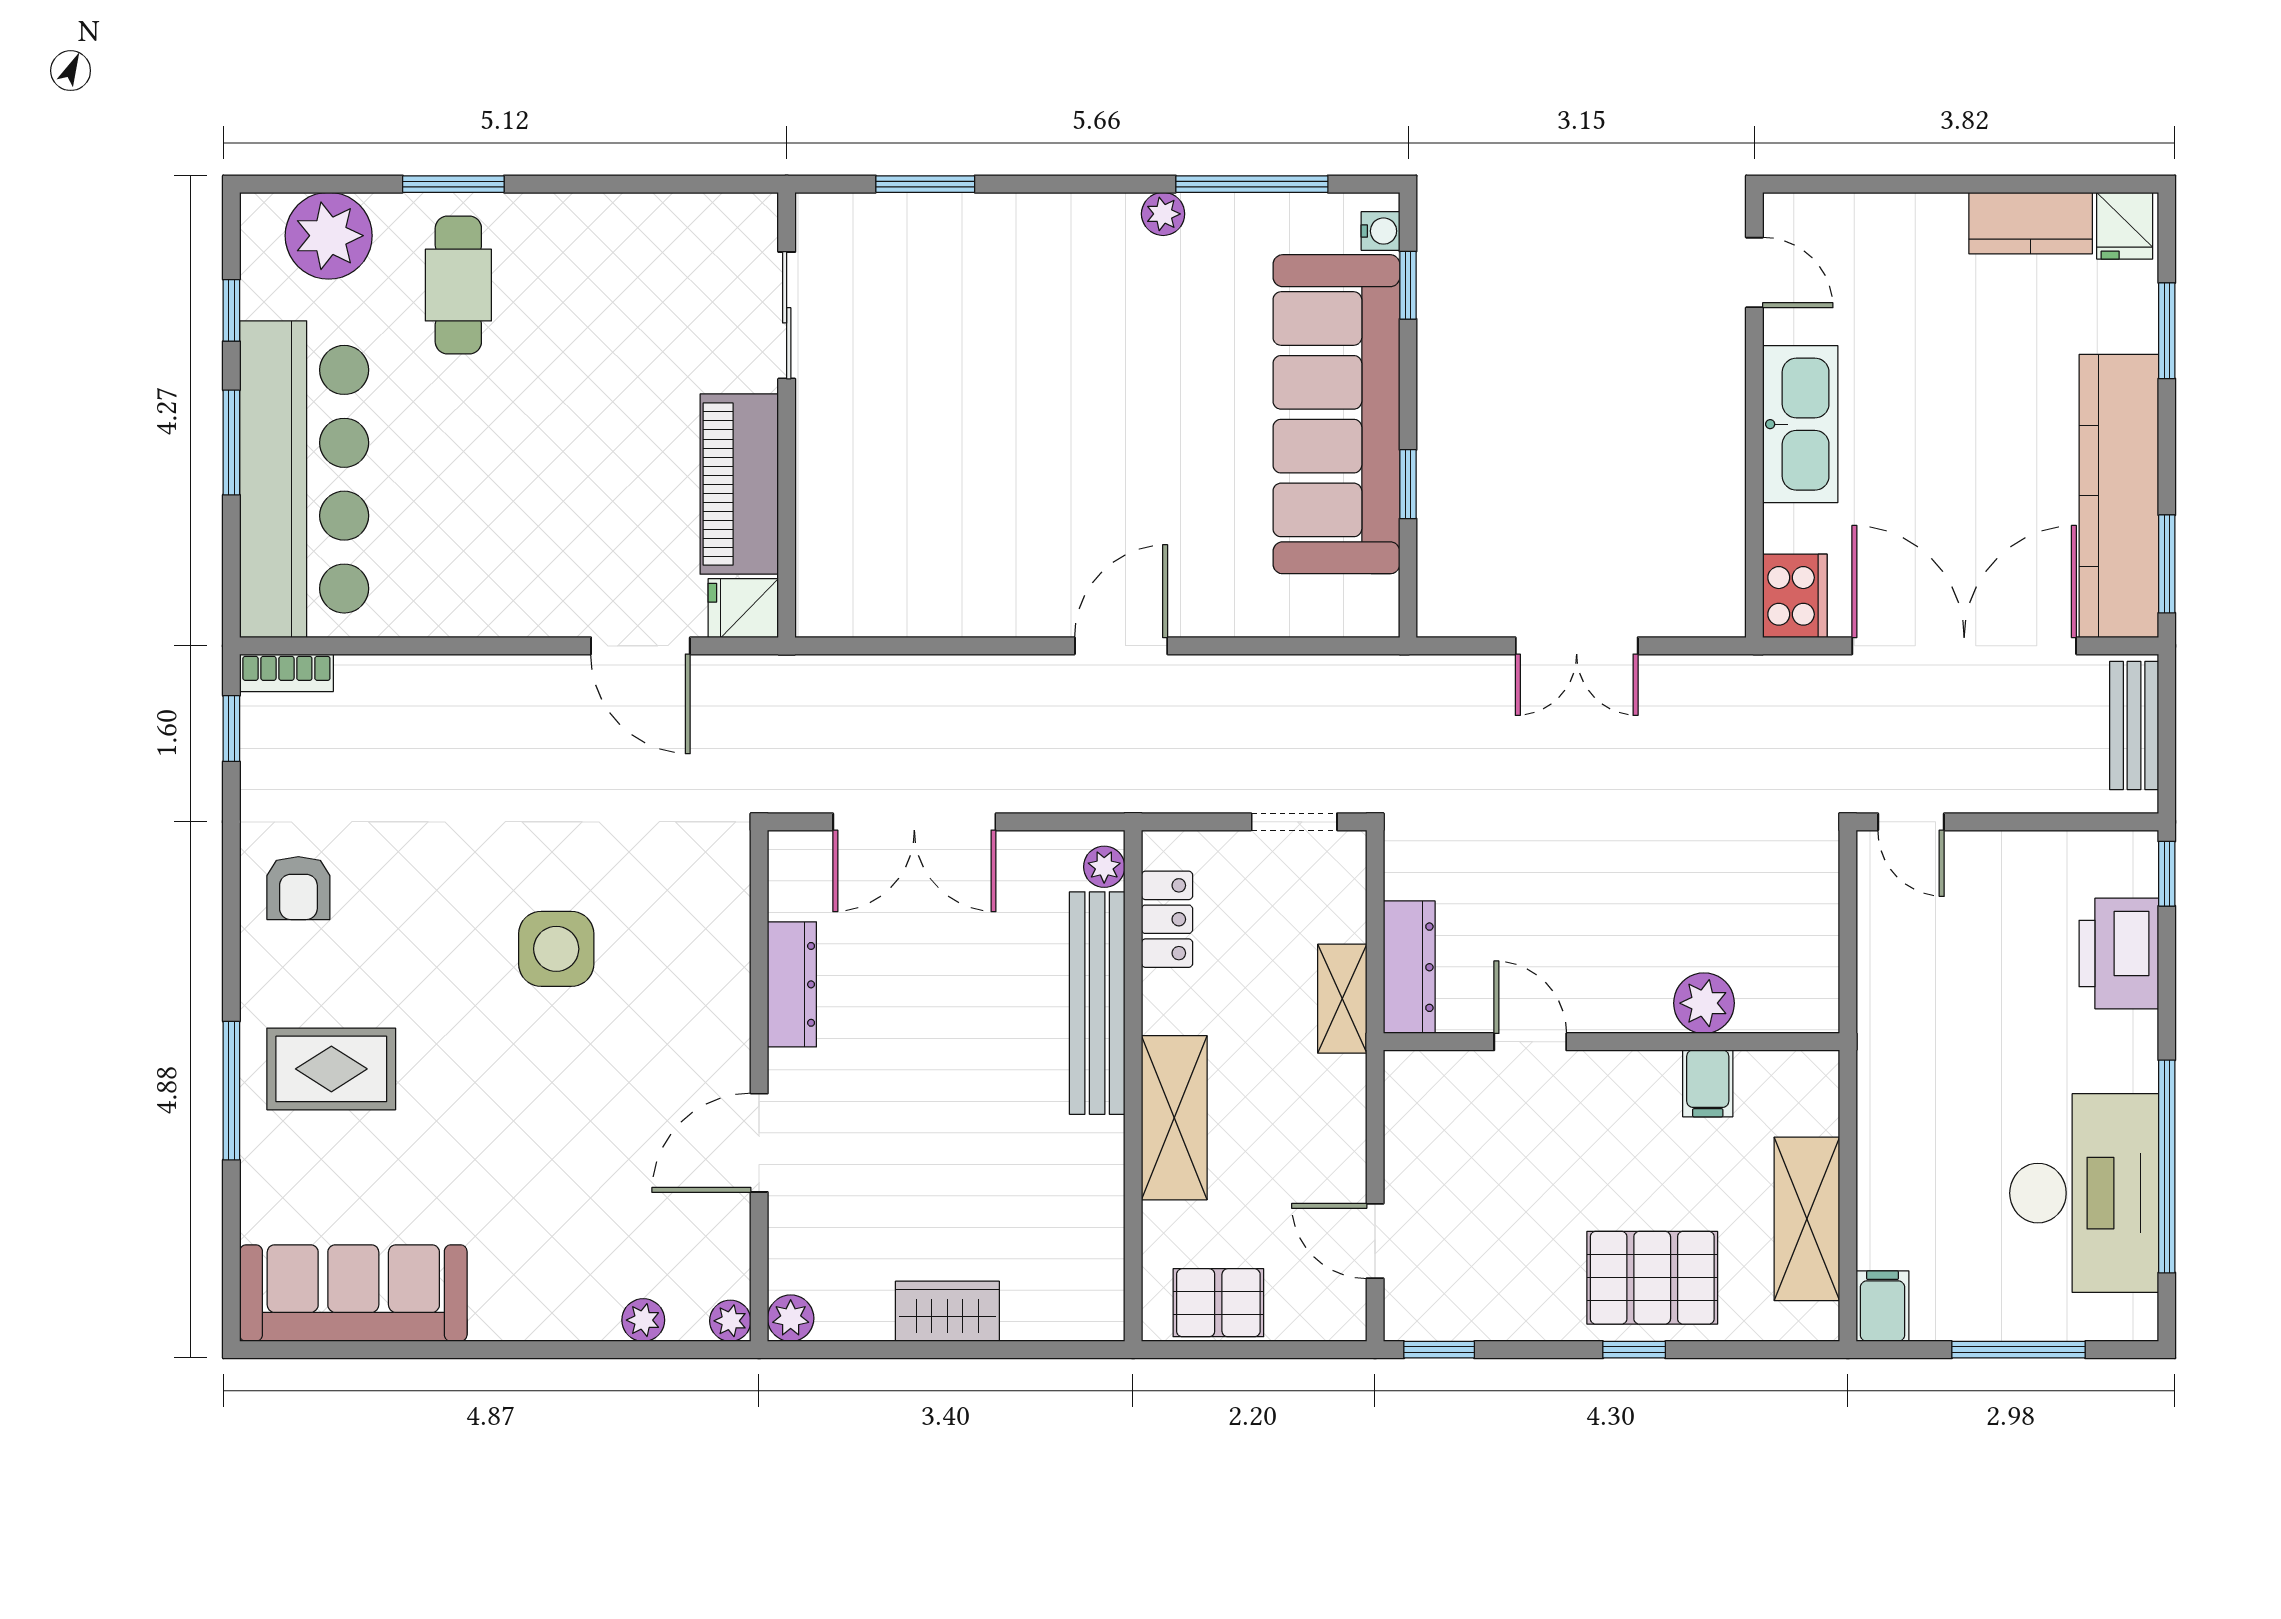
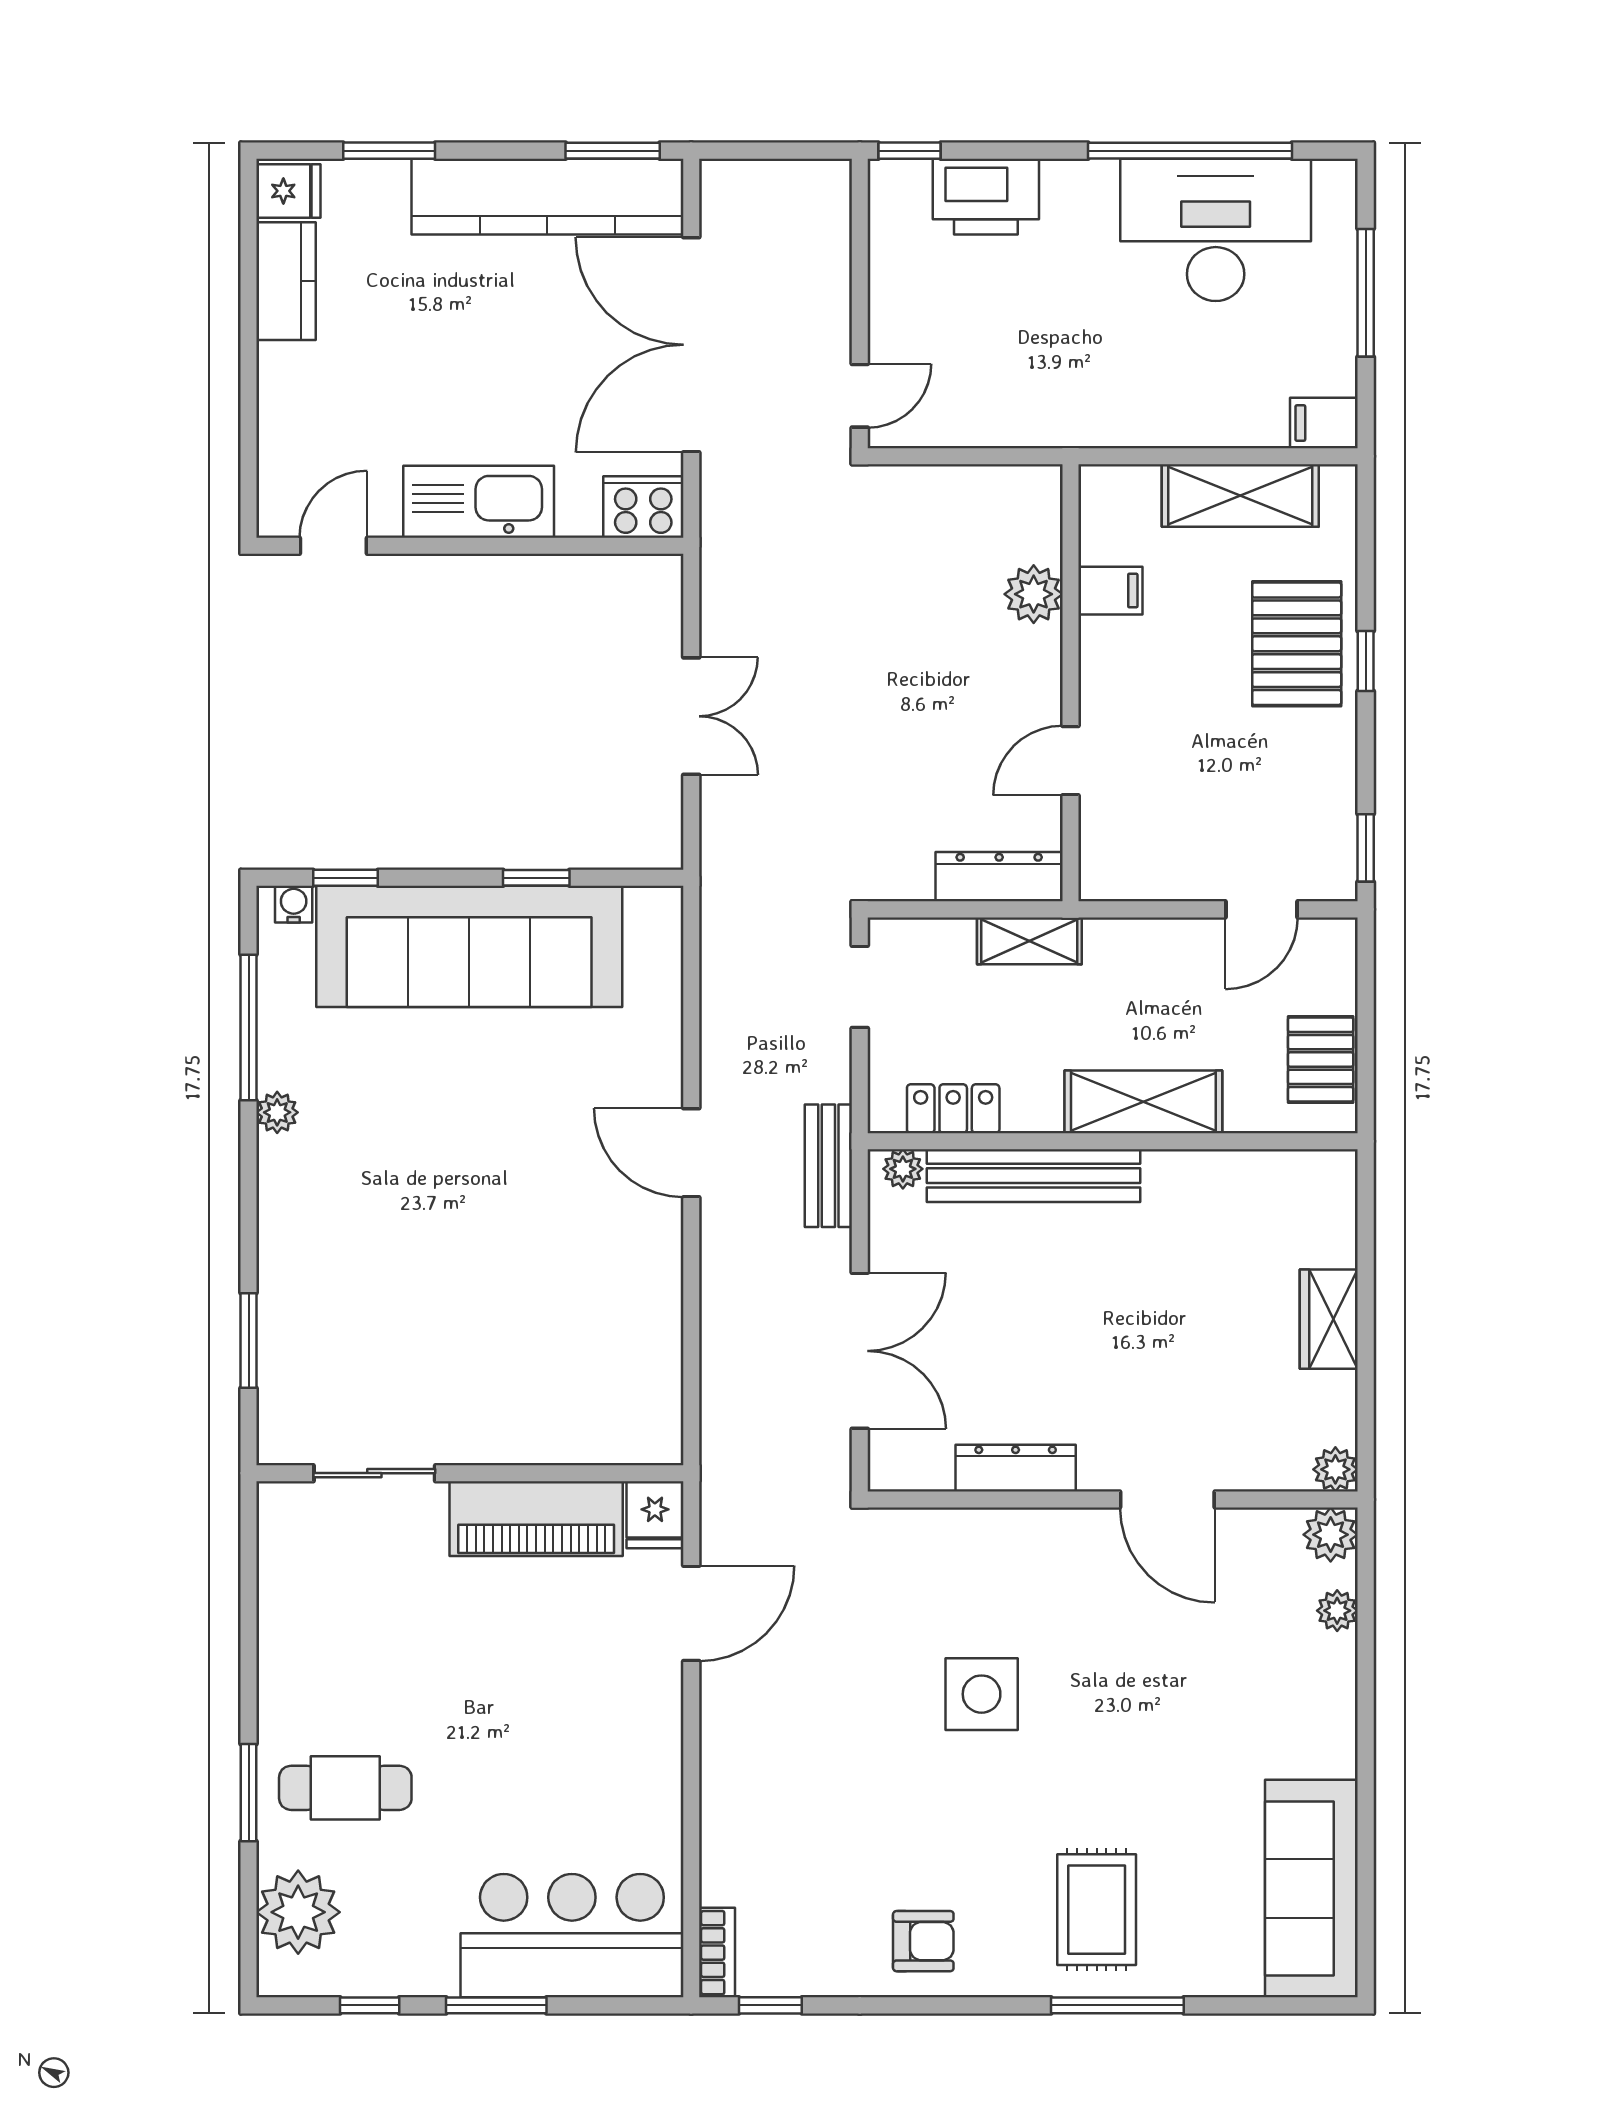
bar counter: (304, 479) -> (572, 1936), width x0.73
bench: (2134, 725) -> (828, 1166), moved, turned 90
plant: (730, 1321) -> (1331, 1535), width x1.38, depth x1.38

